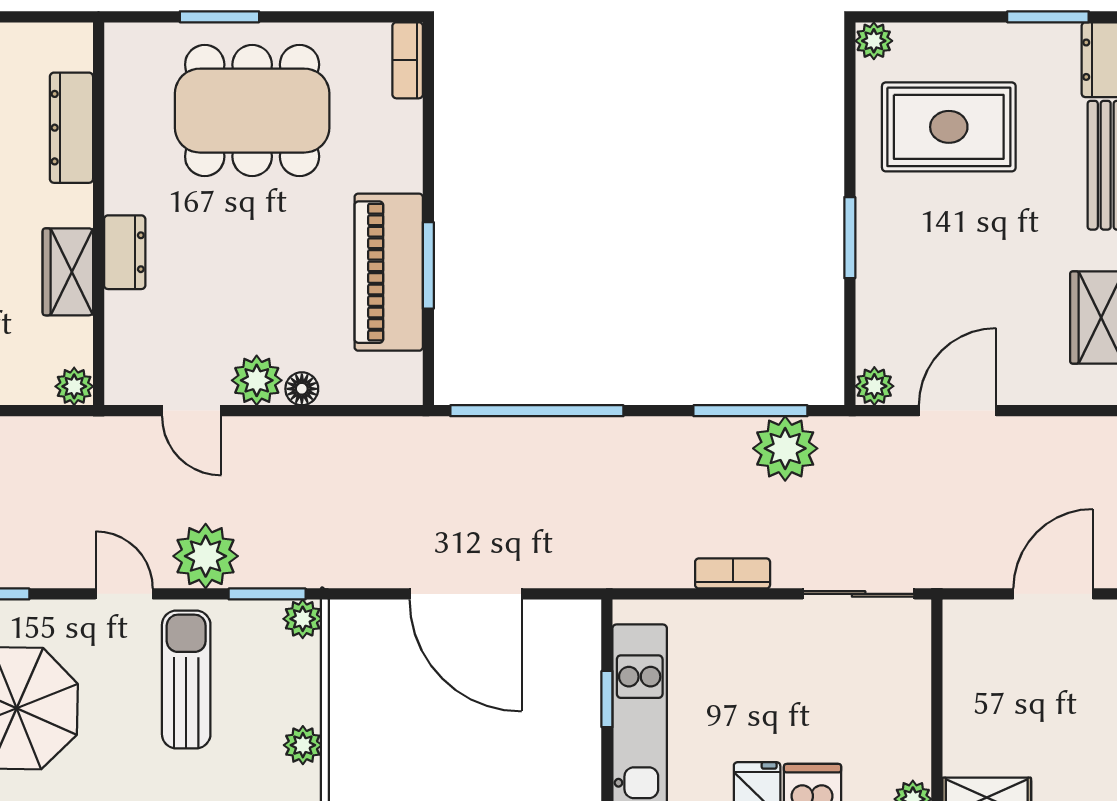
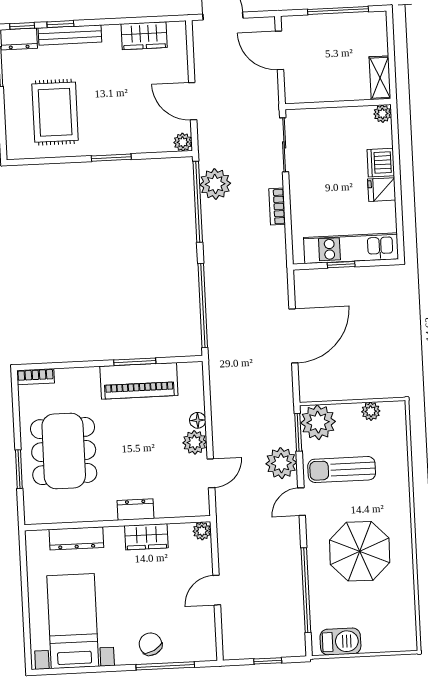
plant: (874, 41) -> (15, 151), removed
window: (750, 411) -> (198, 202), width x1.46
plant: (303, 619) -> (318, 422), width x1.87, depth x1.87

